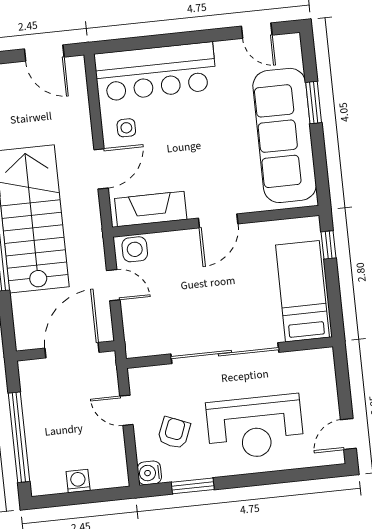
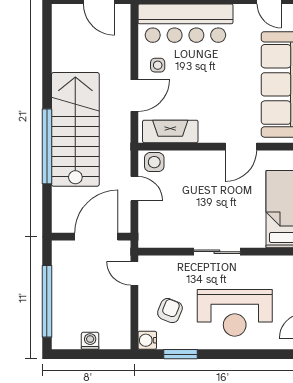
door: (218, 221) -> (241, 147), moved
sliding door: (225, 353) -> (217, 252), width x0.54
door: (126, 410) -> (134, 273), moved

